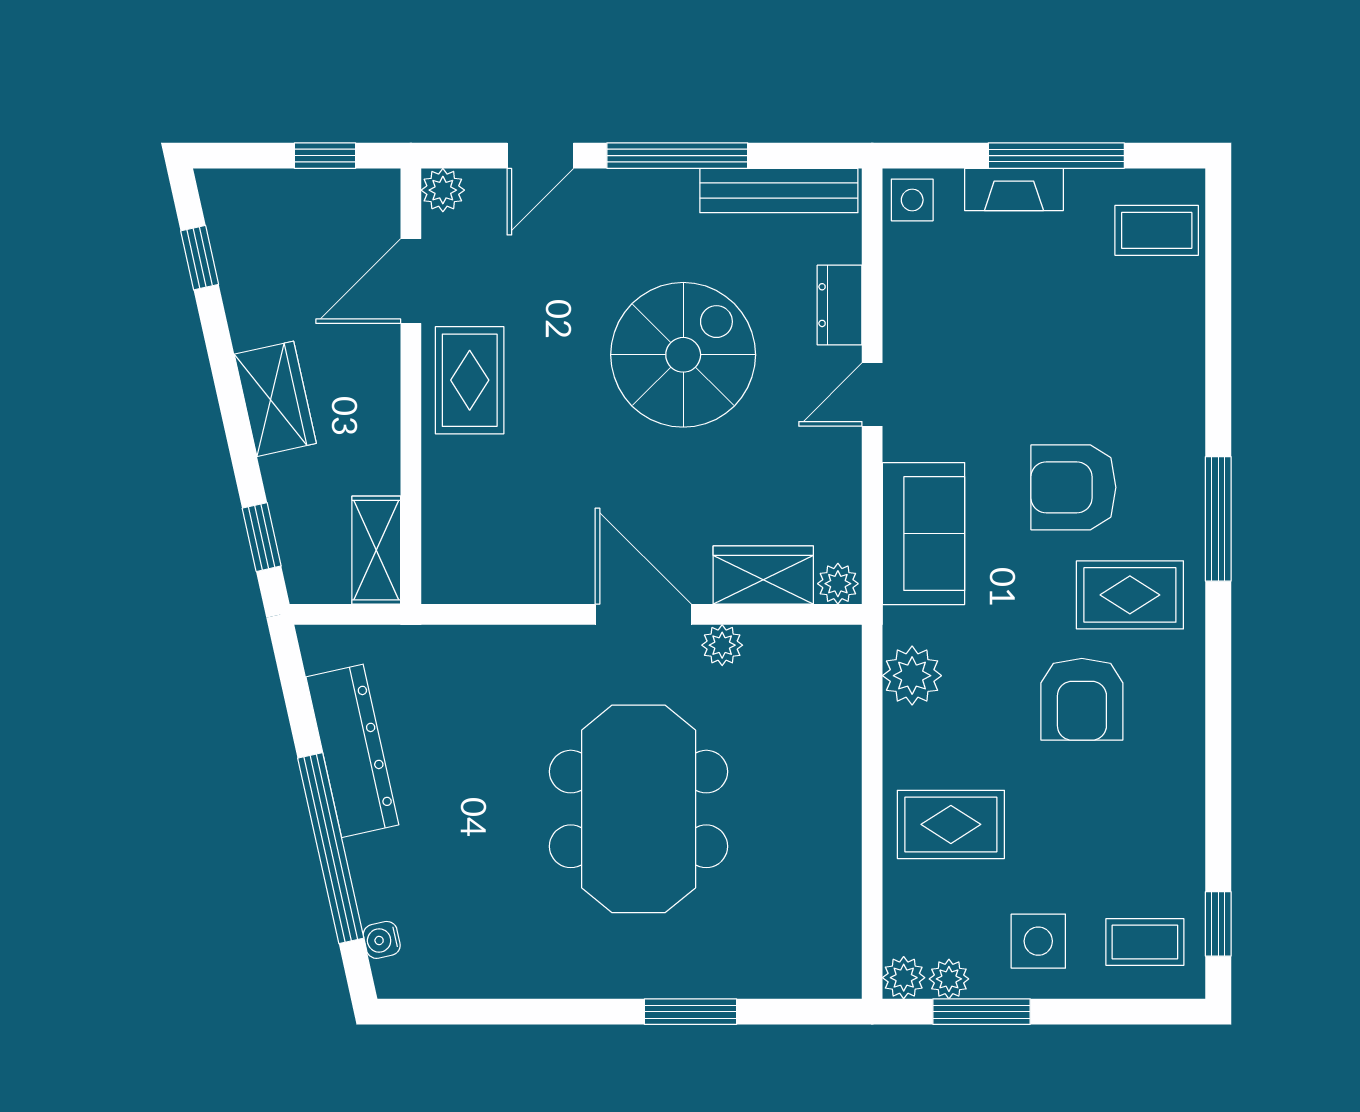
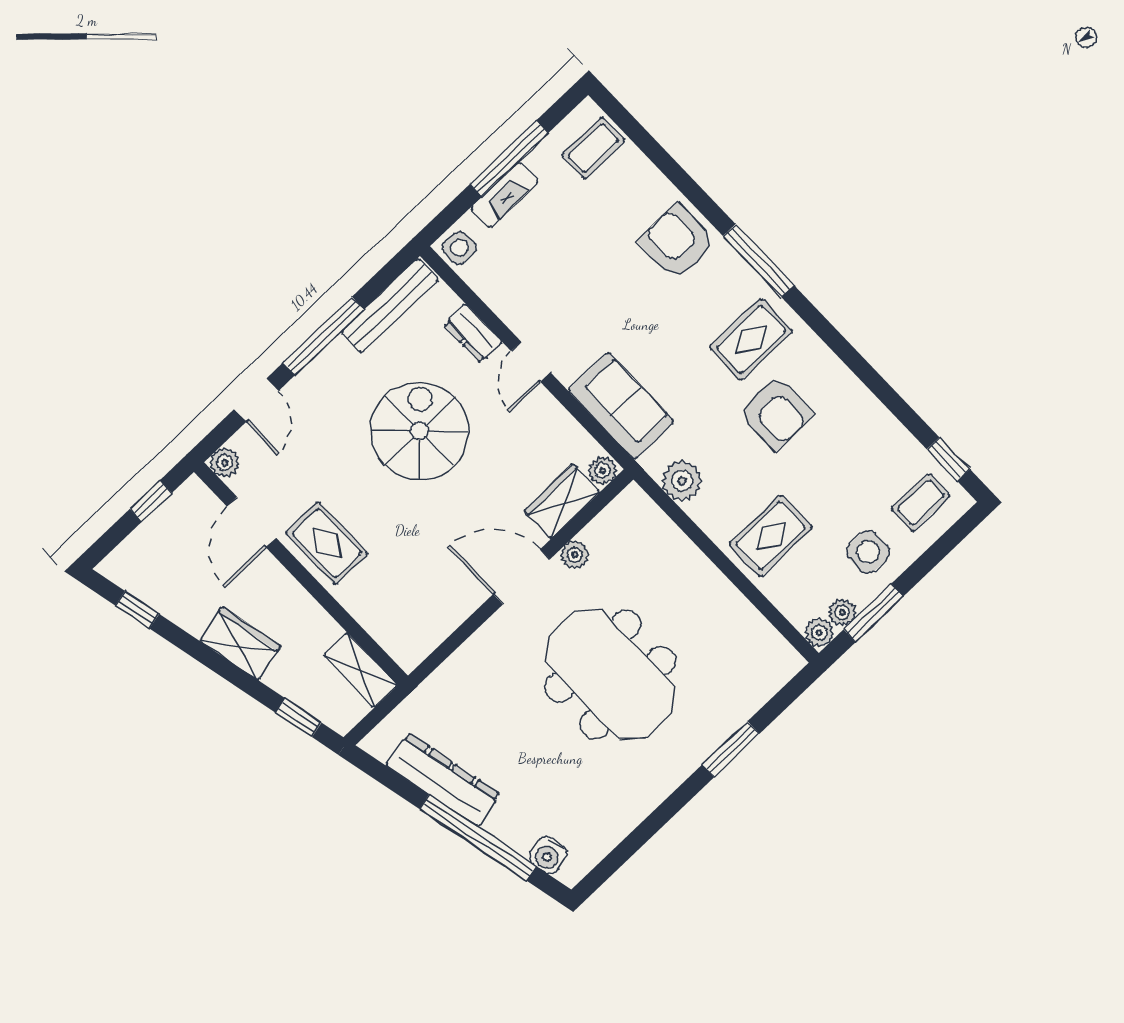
armchair: (1073, 487) -> (677, 242), moved, turned 90
water cooler: (382, 940) -> (548, 855), width x1.38, depth x1.38

